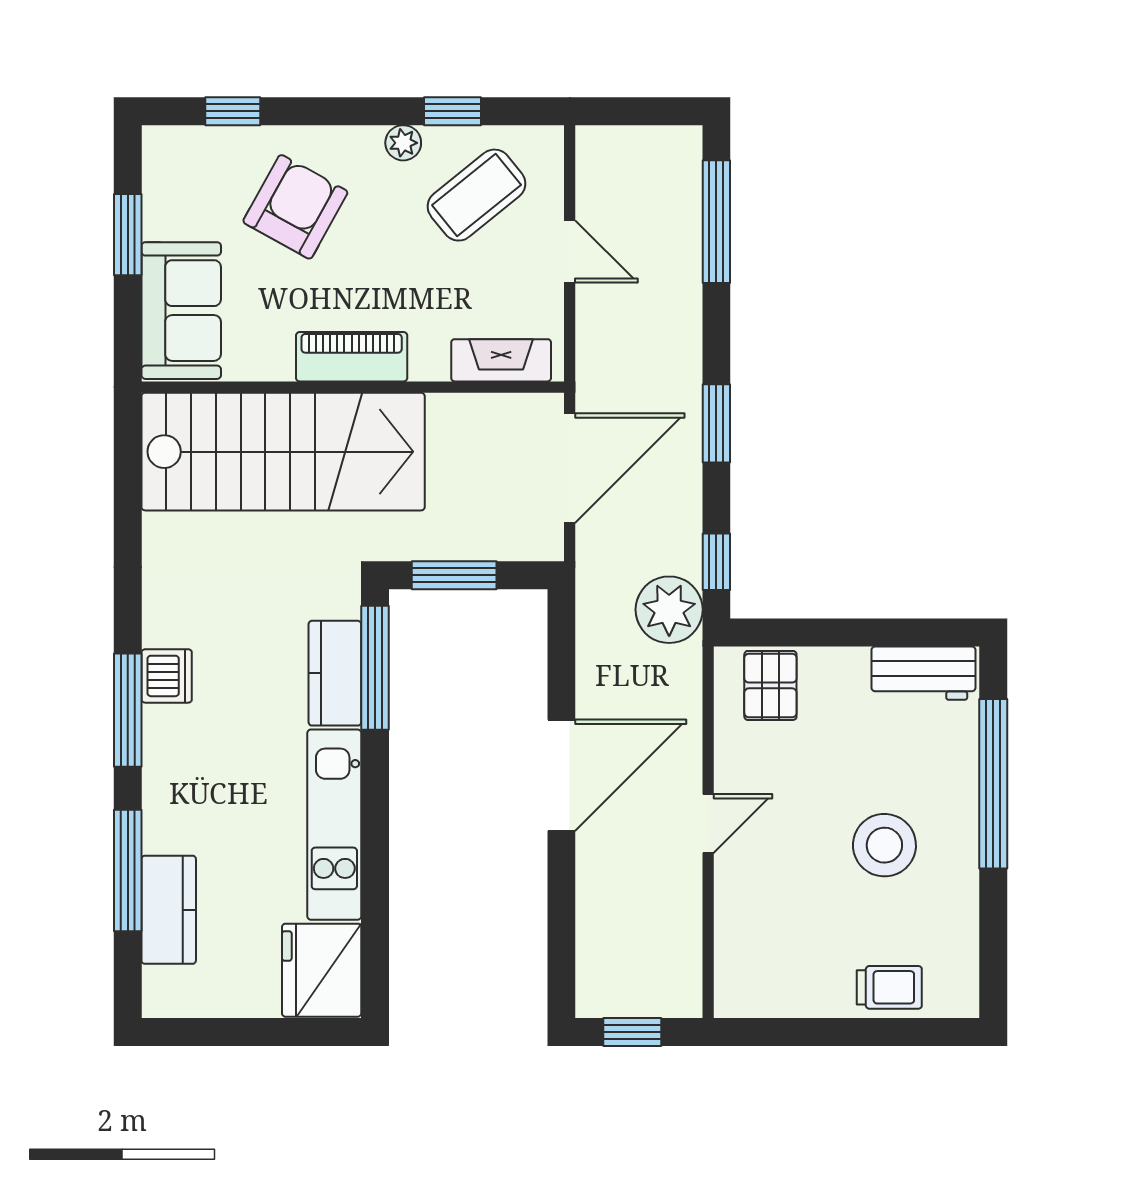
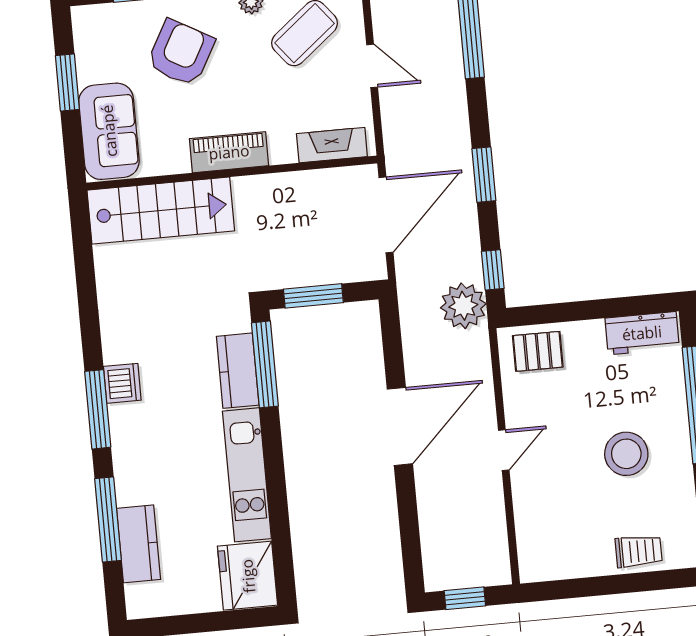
stairs: (283, 452) -> (161, 211), width x0.73, depth x0.66
pallet: (770, 685) -> (538, 351), turned 90

